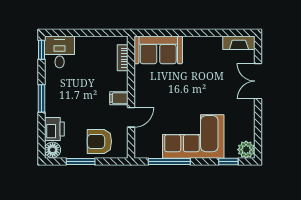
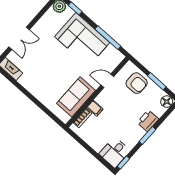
sofa: (158, 50) -> (76, 97), moved, turned -90
filing cabinet: (119, 98) -> (95, 108), moved
printer: (54, 129) -> (148, 121), moved

